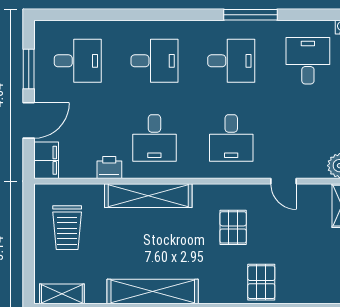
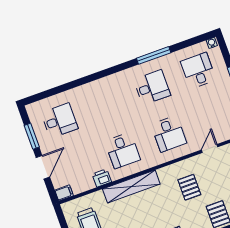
desk: (154, 61) -> (106, 104), removed
filing cabinet: (46, 160) -> (64, 193), width x0.50
door: (284, 181) -> (210, 148), swing flipped

